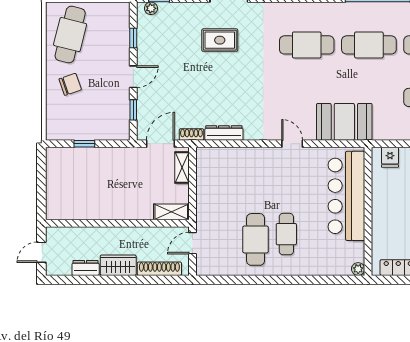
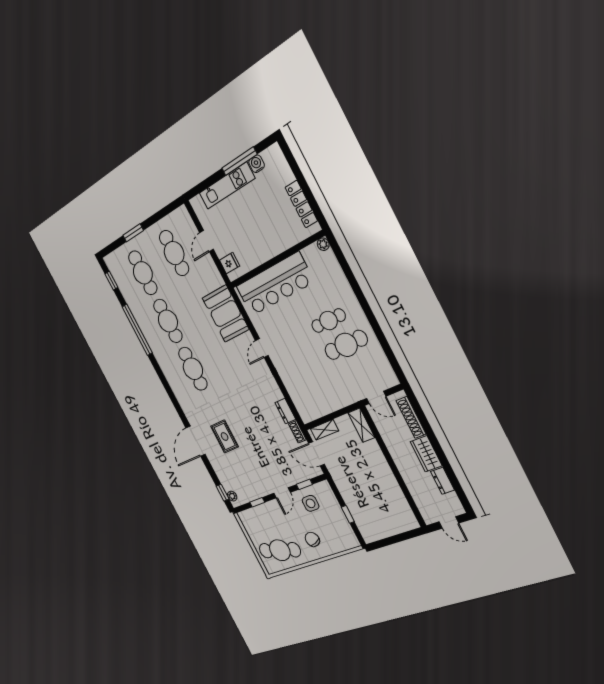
door: (133, 77) -> (282, 493), swing flipped
side table: (110, 106) -> (311, 503), added
dresser: (224, 133) -> (285, 411), width x0.70

